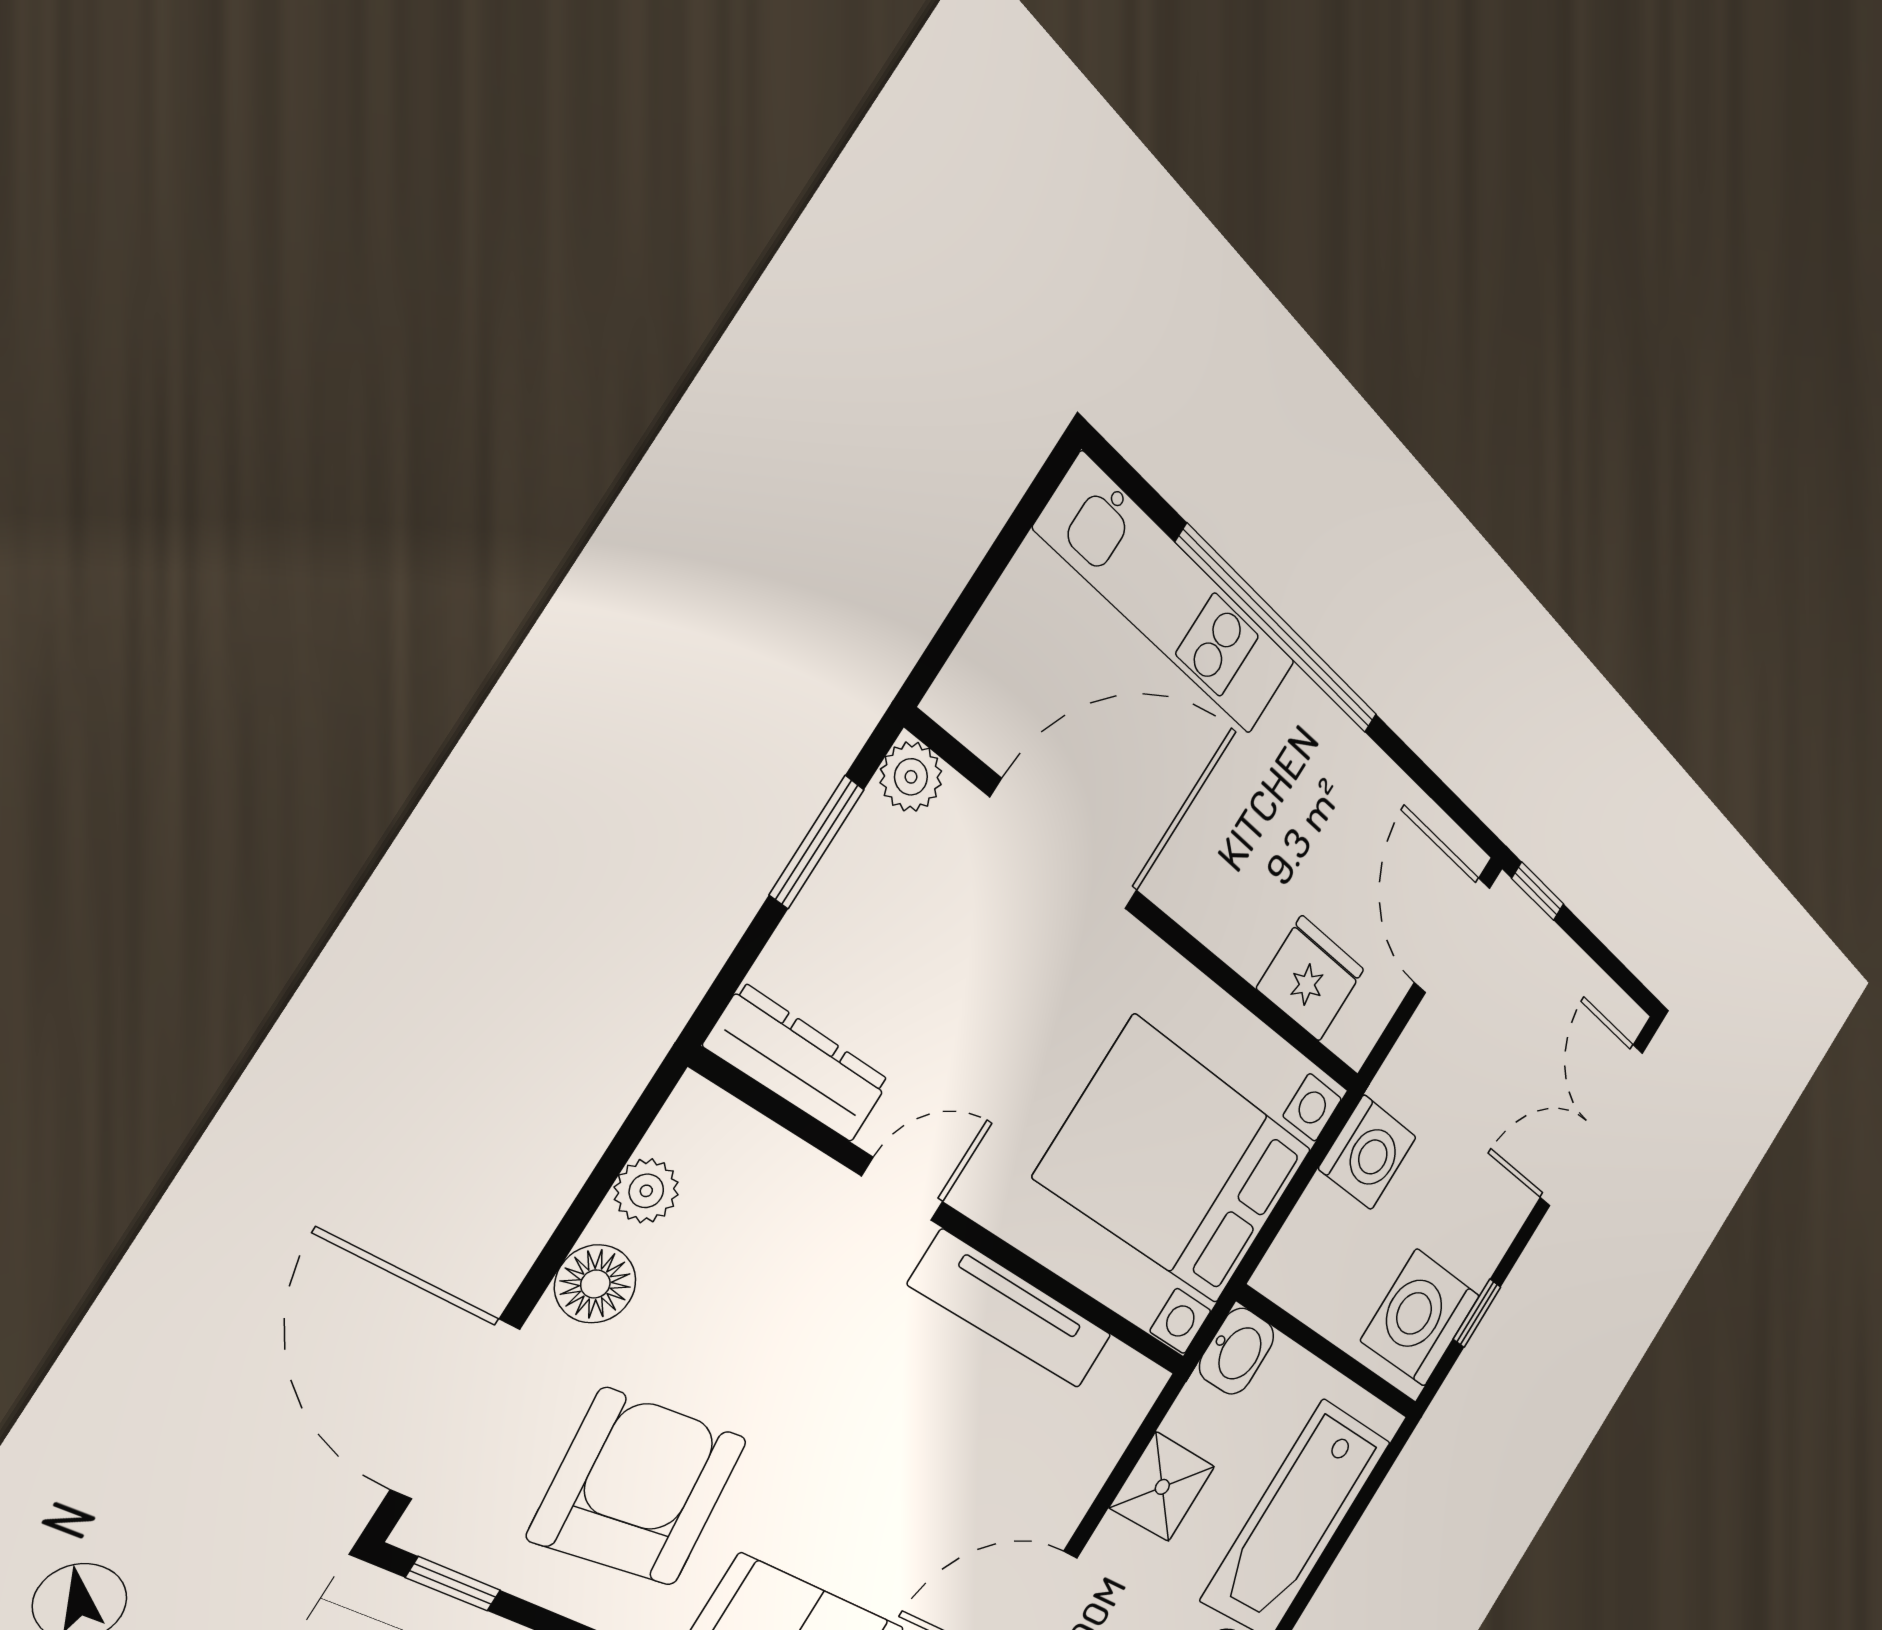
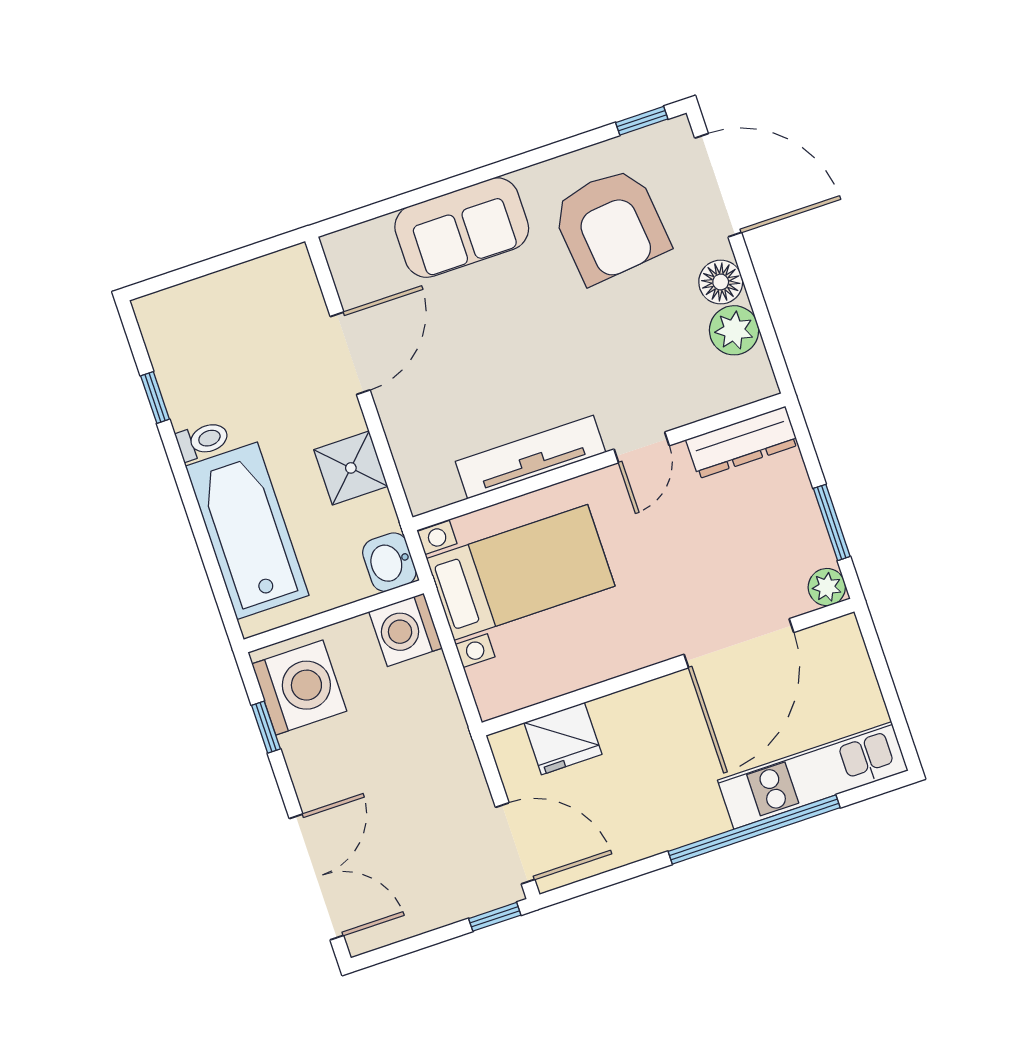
washing machine: (1368, 1153) -> (406, 630), moved
bed with nightstands: (1176, 1163) -> (521, 572), width x0.73
plant: (646, 1191) -> (734, 330), width x1.38, depth x1.38

